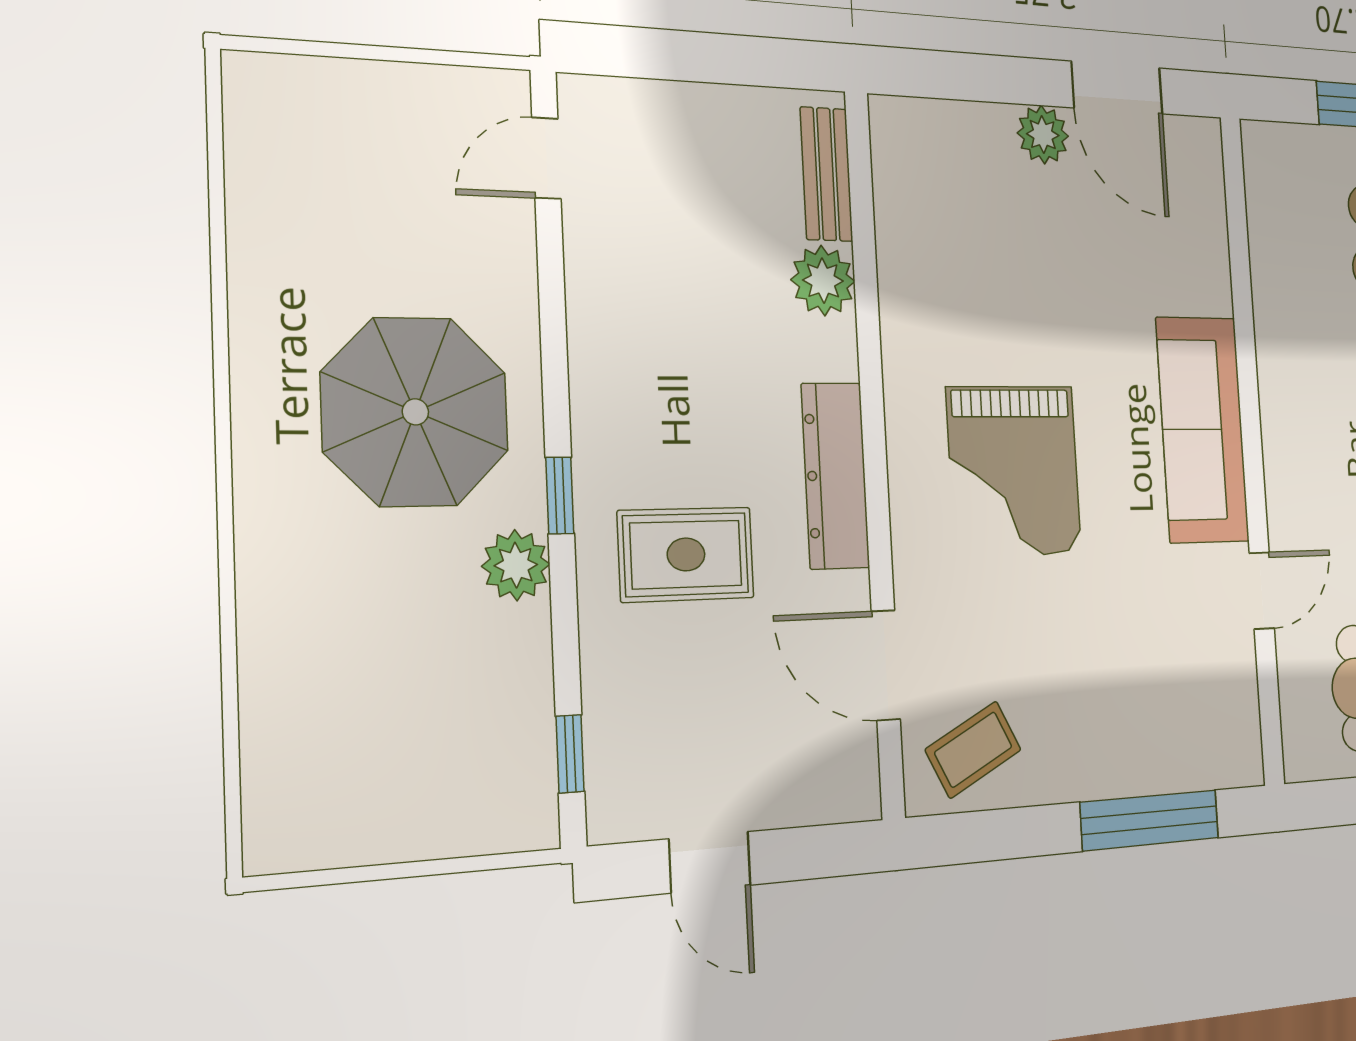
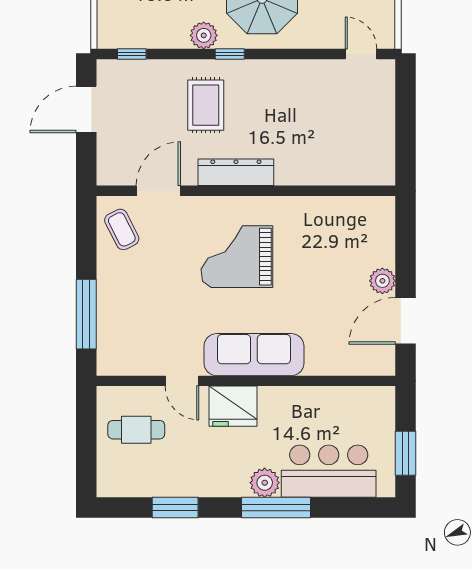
bench: (827, 174) -> (360, 175), removed
plant: (823, 281) -> (316, 171), removed
fridge: (1300, 475) -> (233, 406), added
door: (710, 862) -> (86, 109), width x1.37

